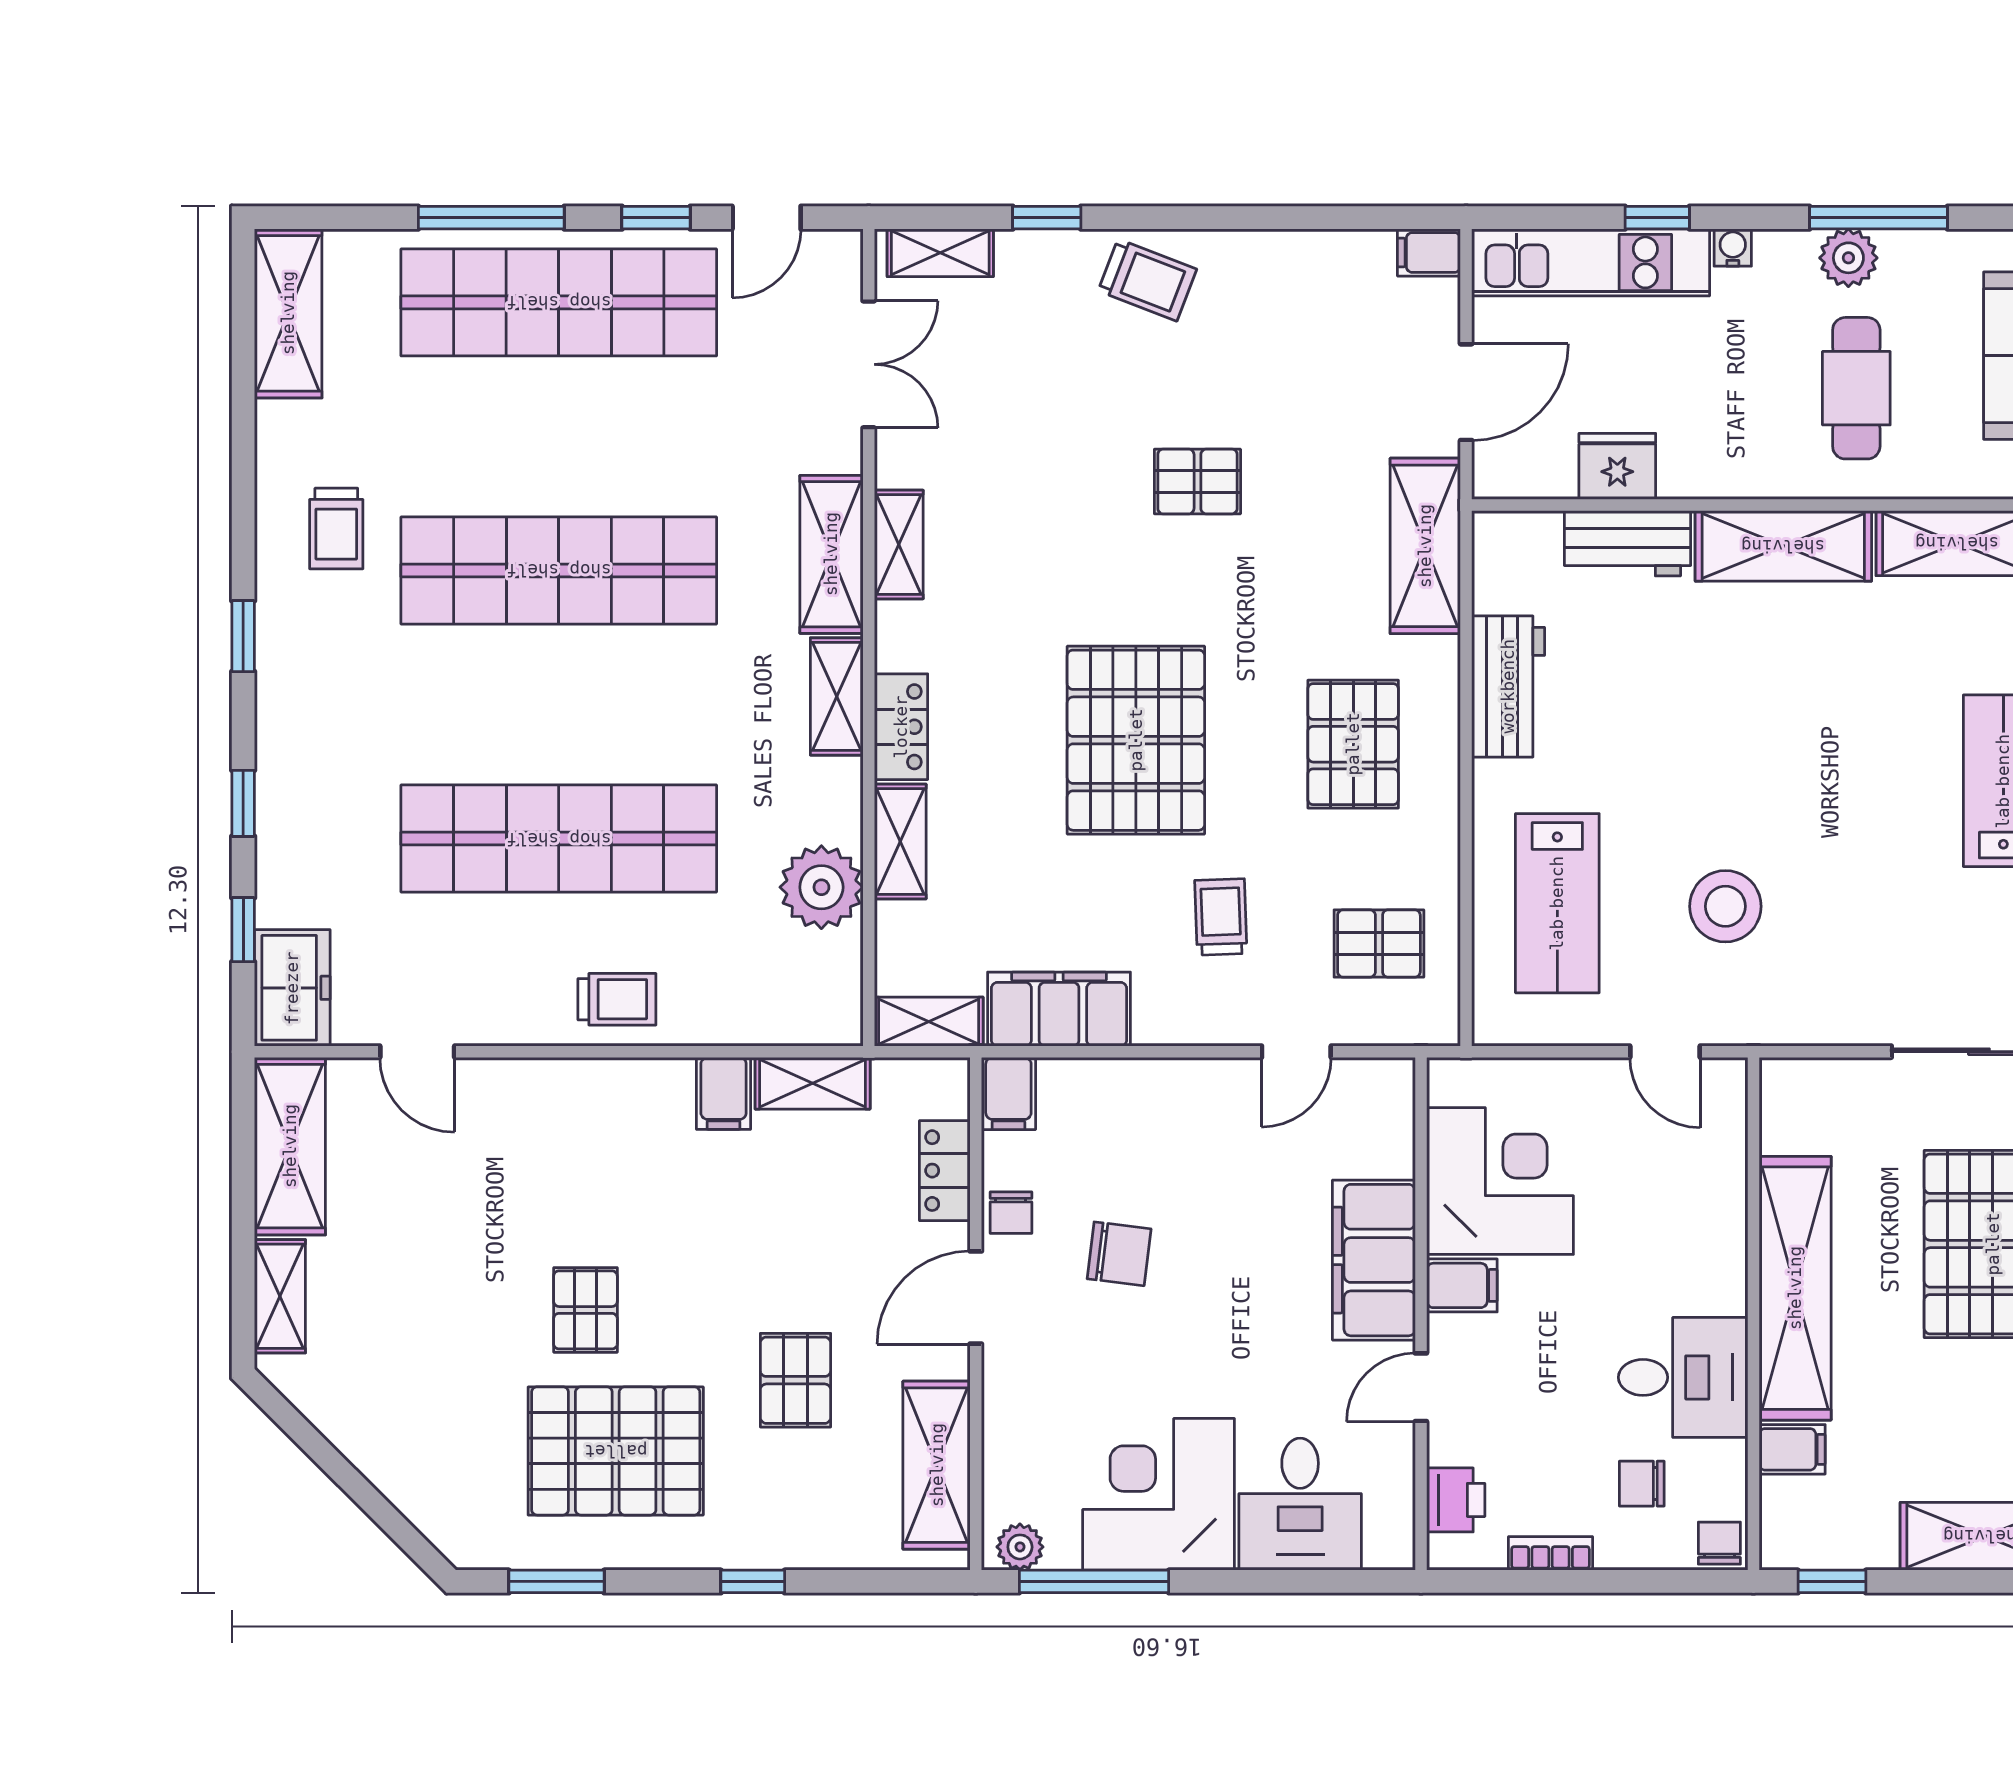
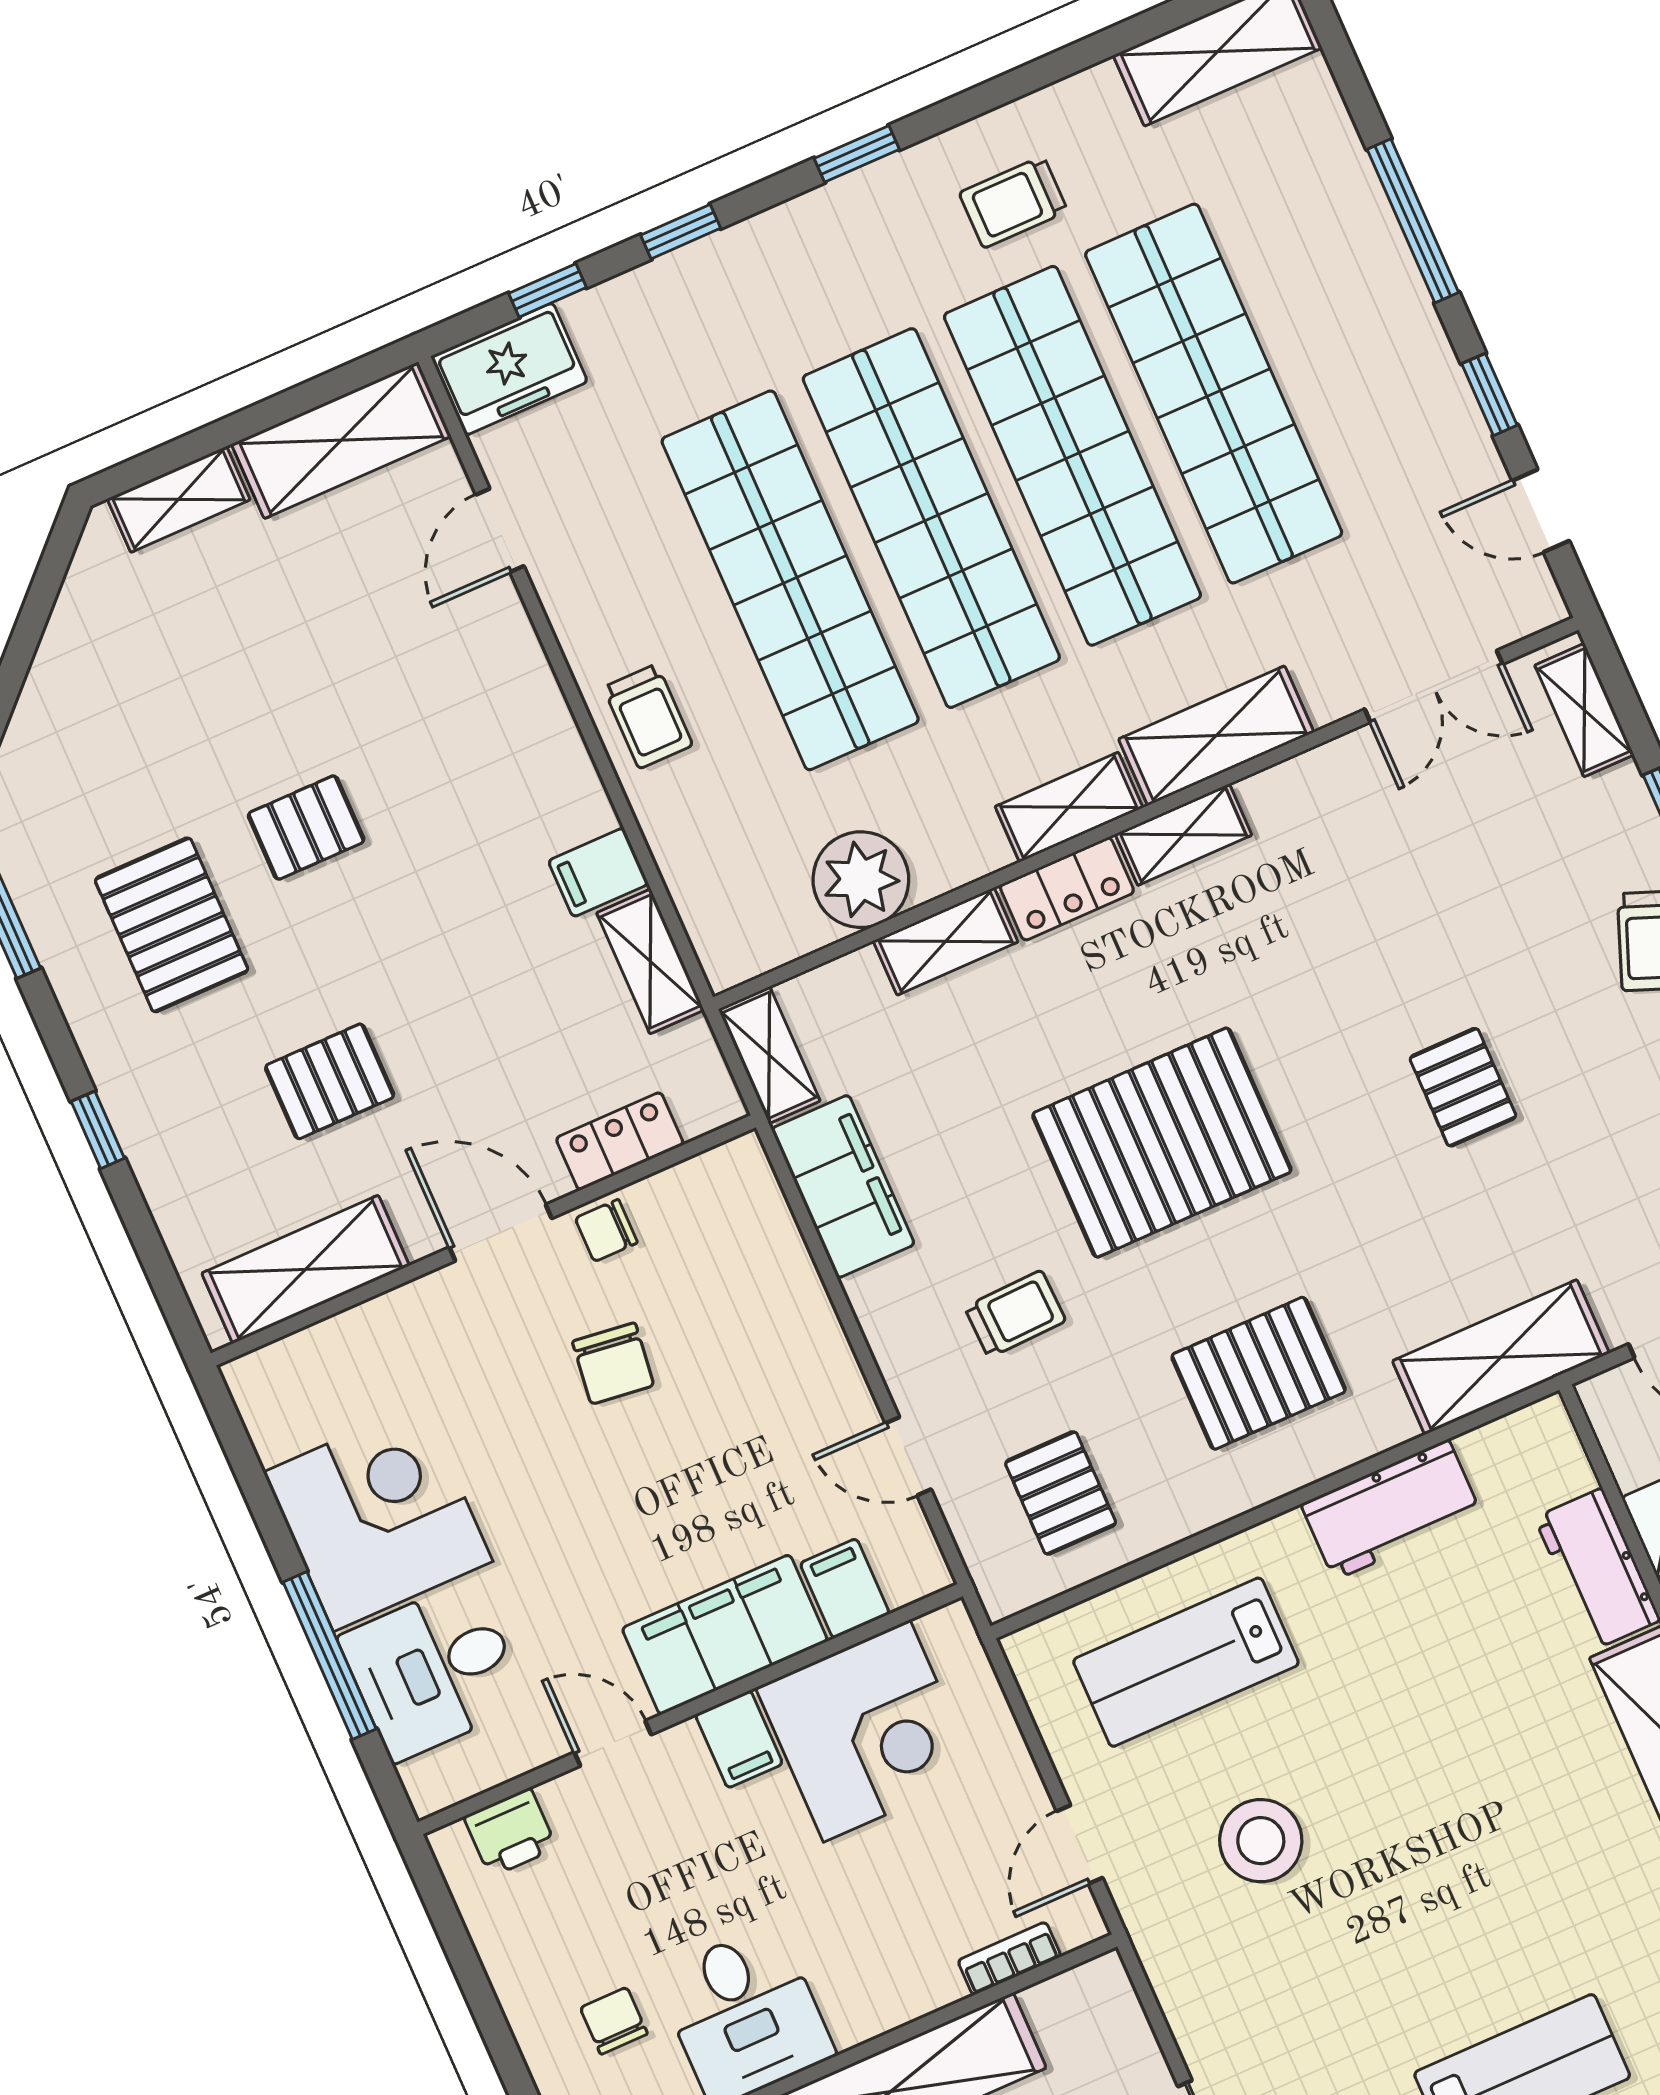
shop shelf: (559, 302) -> (1214, 394), moved
shelving: (899, 545) -> (1183, 835), moved
shop shelf: (559, 704) -> (931, 518), added
filing cabinet: (1008, 1093) -> (845, 1588), moved, turned 90
pallet: (616, 1451) -> (172, 925), width x0.73, depth x0.71
plant: (1020, 1547) -> (258, 1395), removed
bookcase: (1550, 1553) -> (1009, 1959), moved, turned -90
window: (1094, 1581) -> (330, 1656), moved

